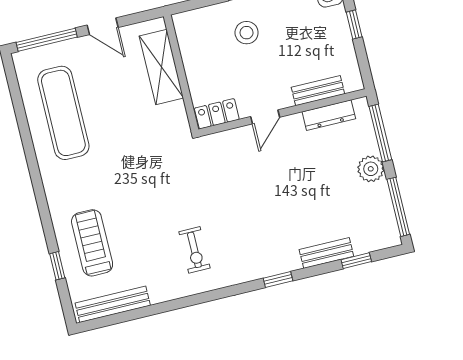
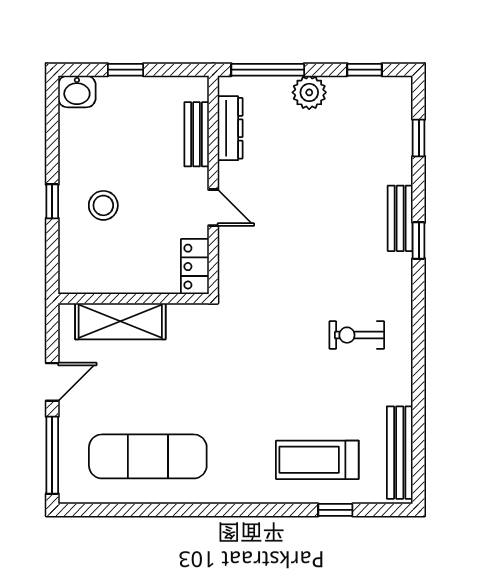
window: (398, 207) -> (365, 70), width x0.46
exercise bike: (194, 250) -> (357, 335), turned 180
bench: (326, 253) -> (400, 218), moved

